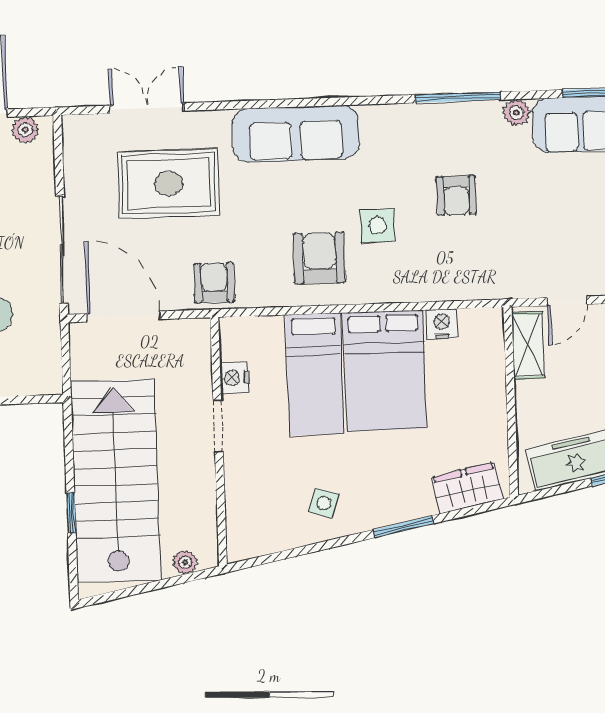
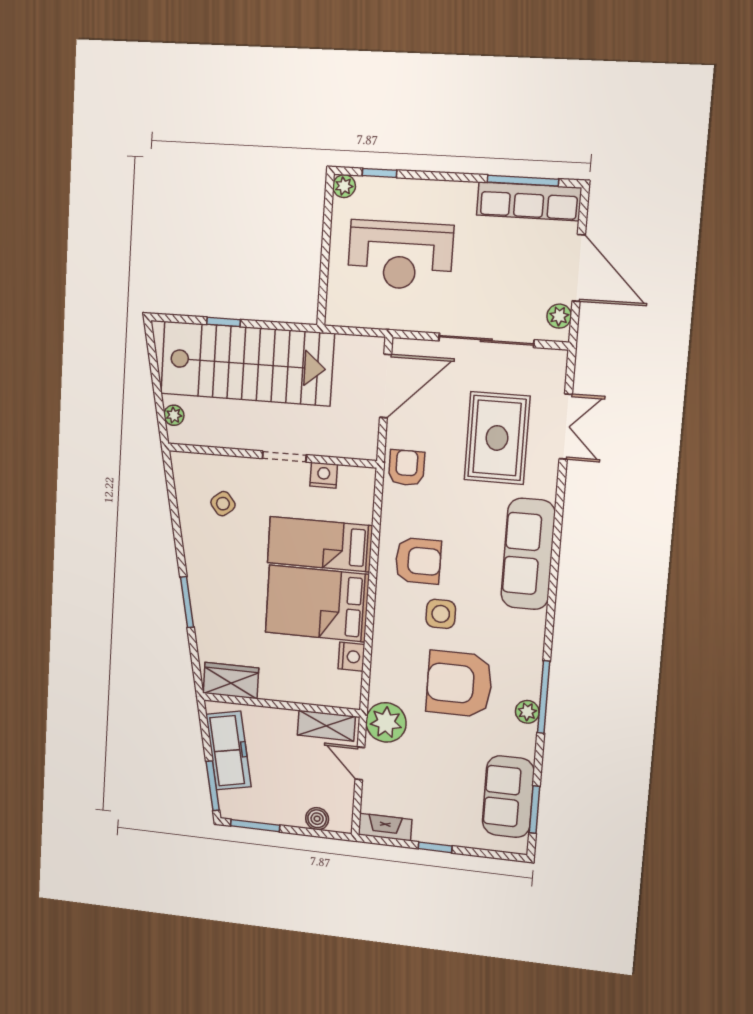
plant: (516, 113) -> (527, 712), moved
armchair: (456, 195) -> (459, 684), width x1.88, depth x1.88
sliding door: (62, 250) -> (486, 340), moved
plant: (514, 275) -> (386, 722), added
armchair: (214, 283) -> (407, 468), turned -90
wardrobe: (467, 488) -> (231, 681), moved, turned -79
side table: (324, 503) -> (223, 504), moved, turned 33

